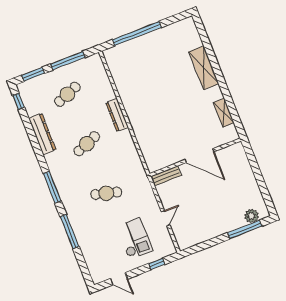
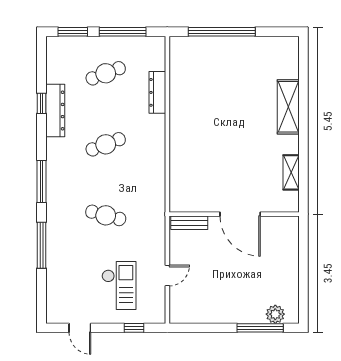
window: (19, 101) -> (42, 103), moved
dresser: (117, 115) -> (157, 92), moved

